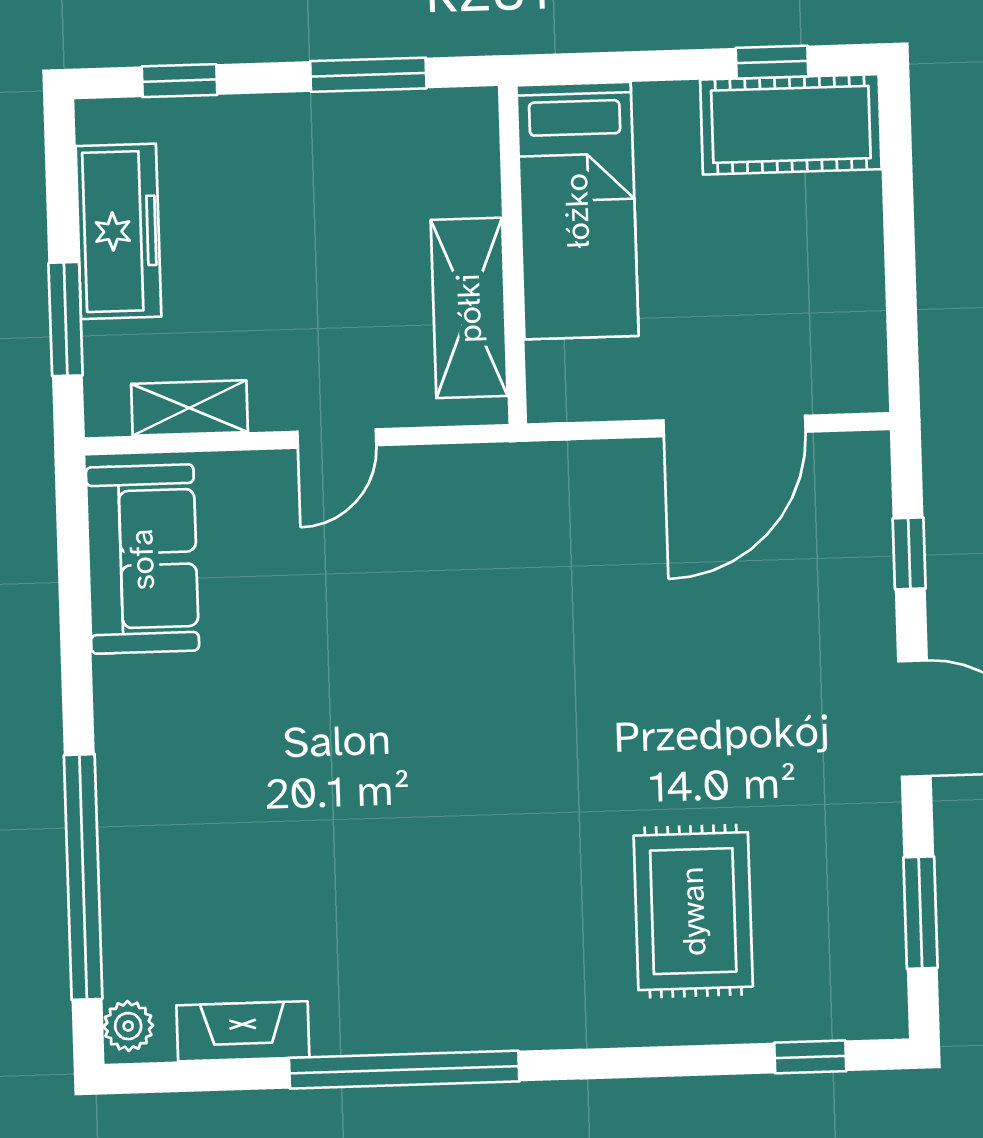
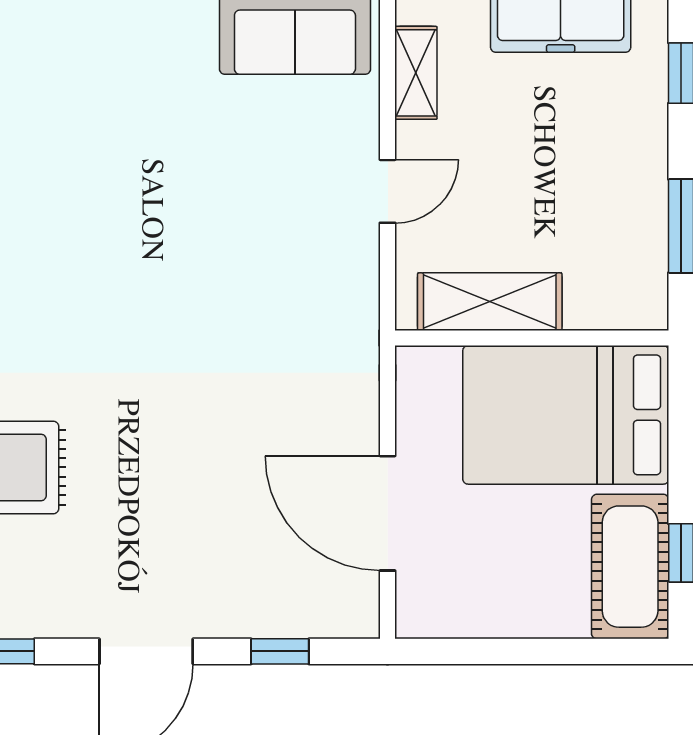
bed: (577, 211) -> (566, 415), width x1.50
door: (337, 438) -> (388, 191), swing flipped

